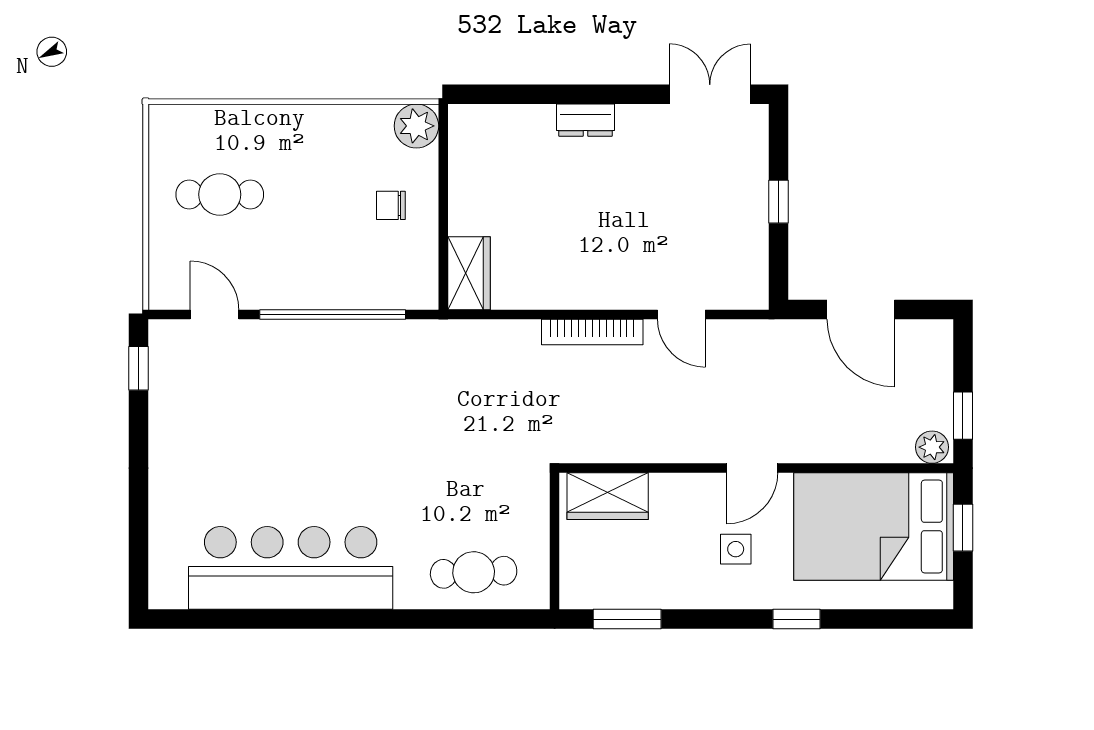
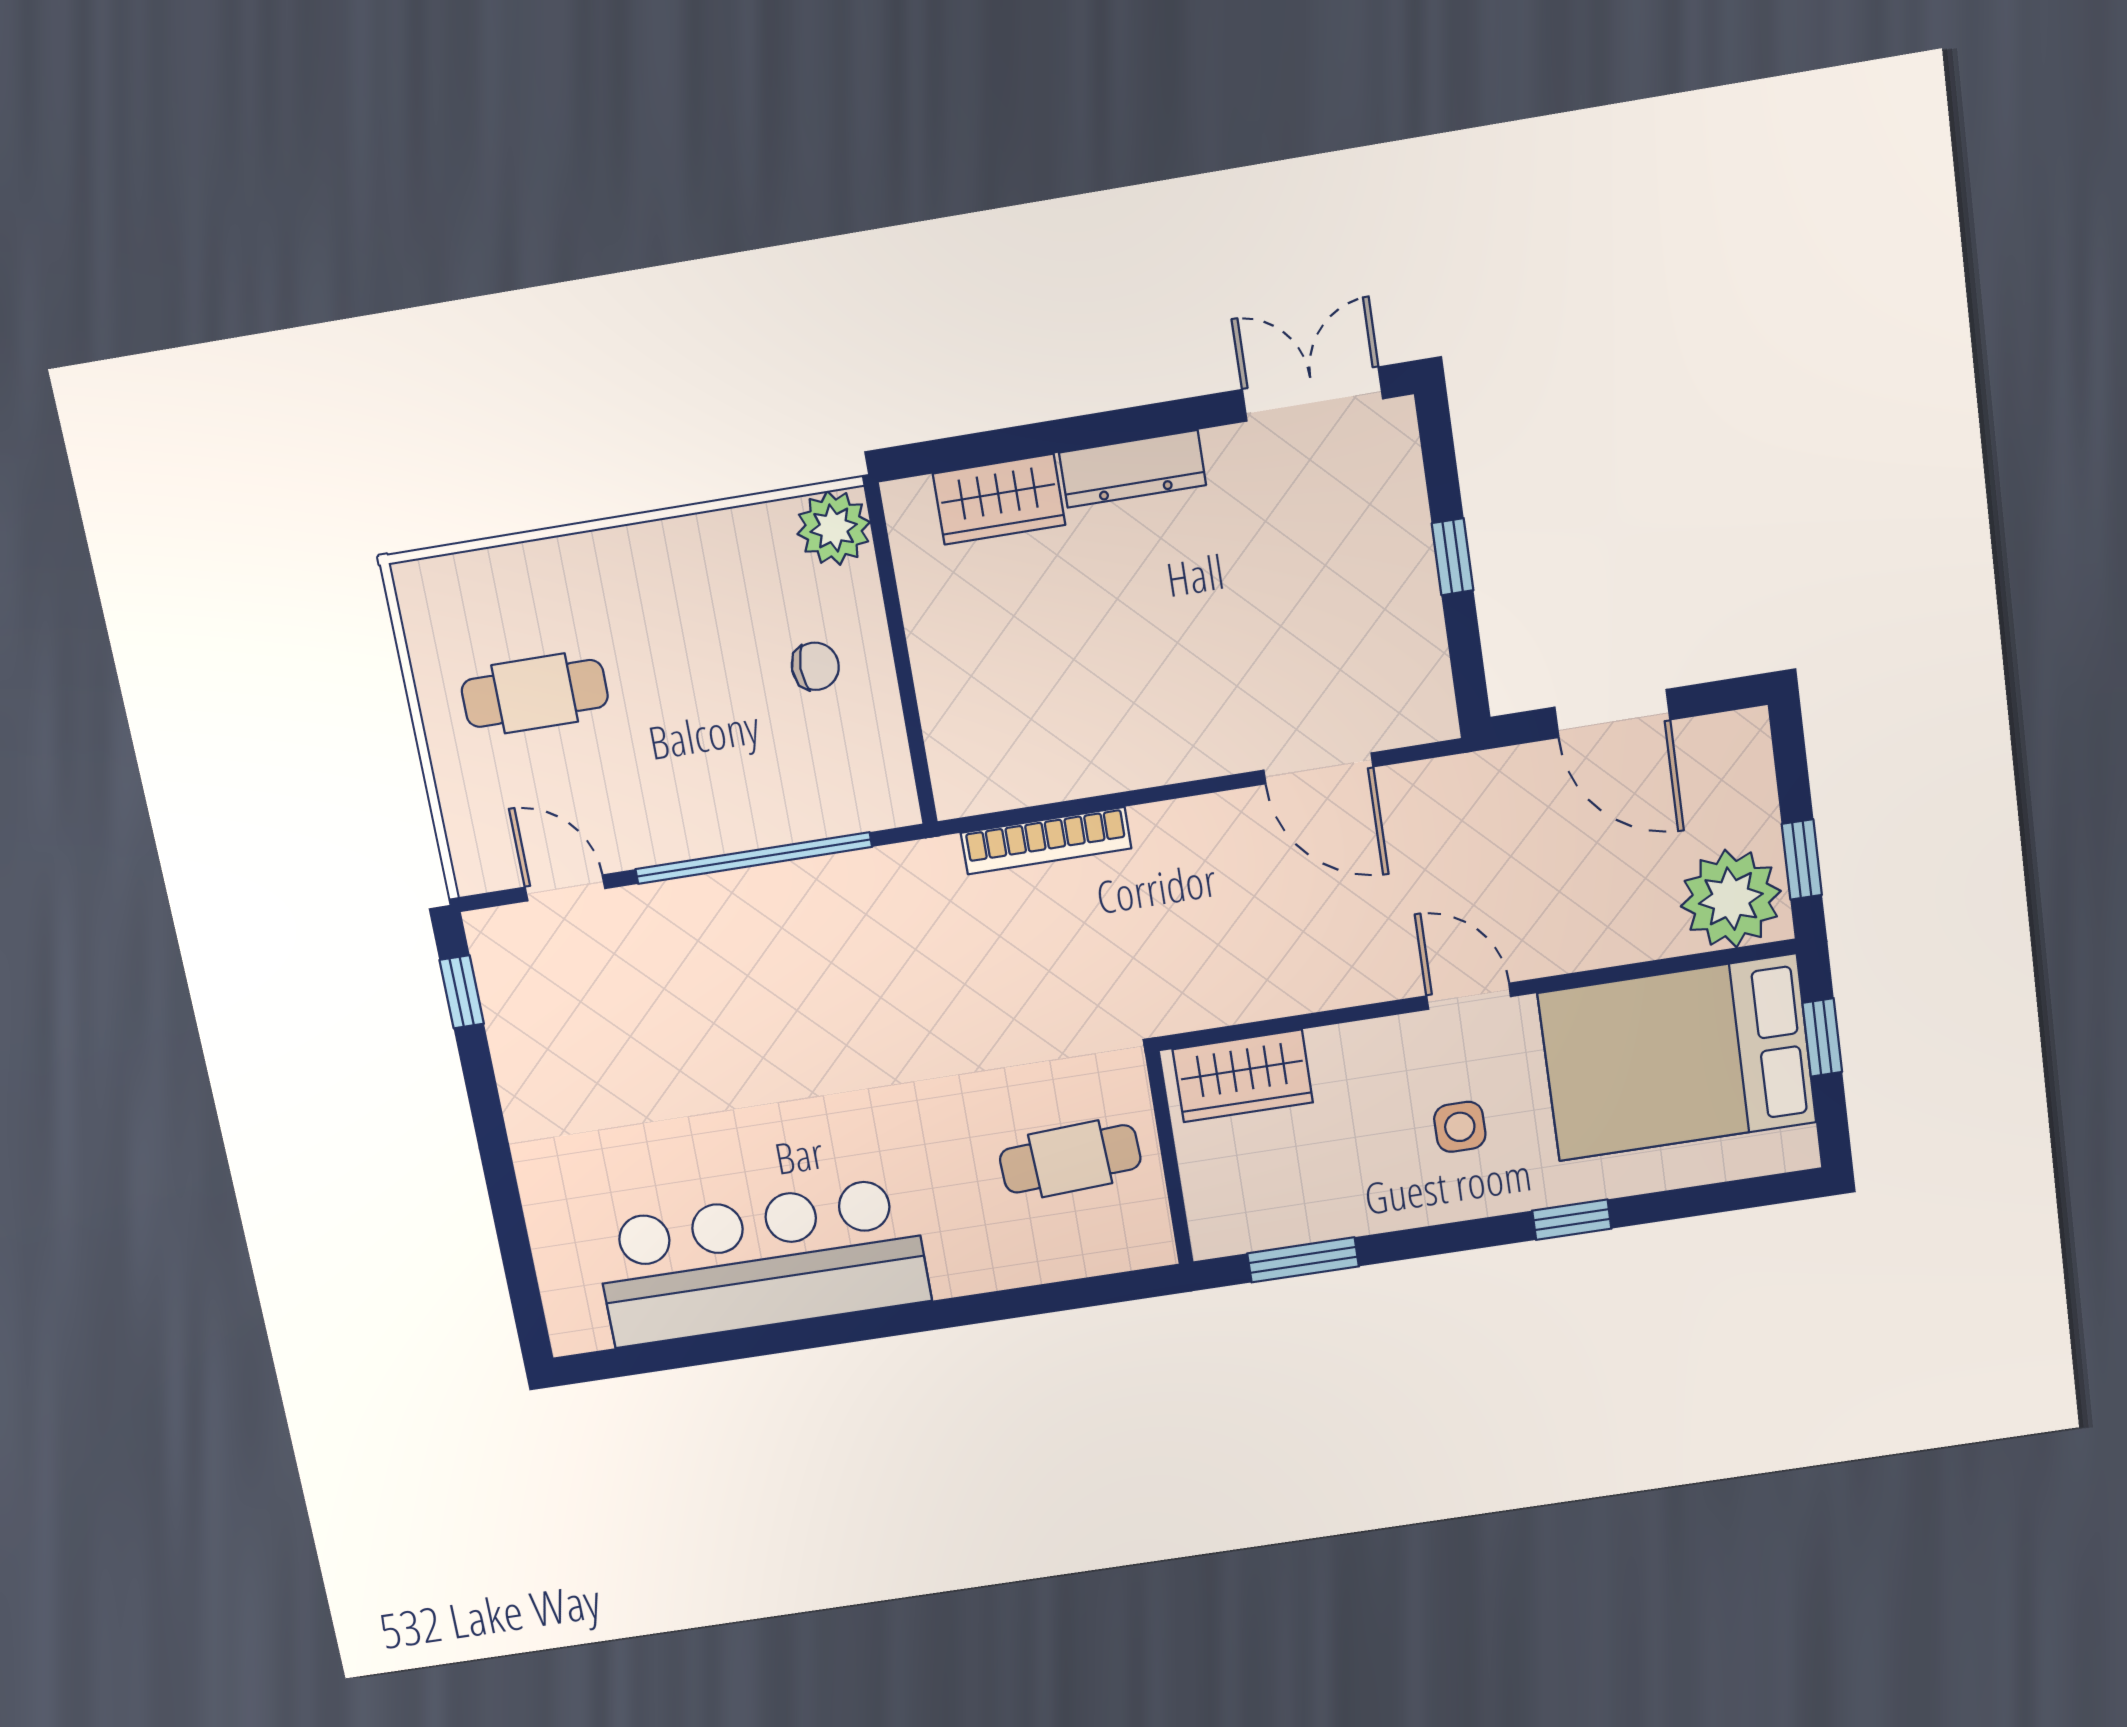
dresser: (586, 120) -> (1132, 469), width x1.44
chair: (391, 205) -> (815, 666), turned 180
wardrobe: (469, 273) -> (999, 499), moved, turned 90
door: (681, 314) -> (1318, 768), width x1.38
bookcase: (592, 332) -> (1046, 841), moved
plant: (932, 447) -> (1731, 899), width x1.88, depth x1.88
door: (752, 468) -> (1469, 996), swing flipped
cafe table: (474, 572) -> (1070, 1159), moved

